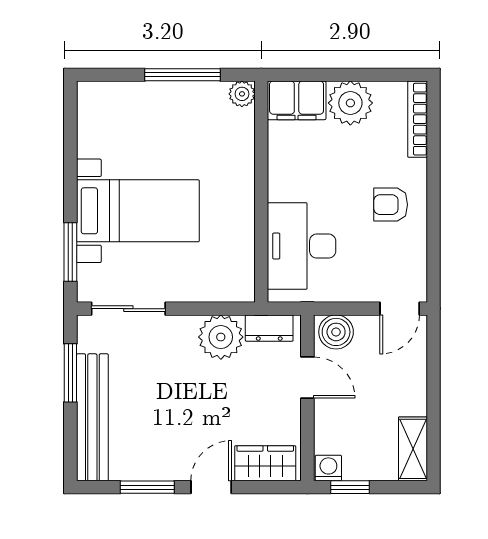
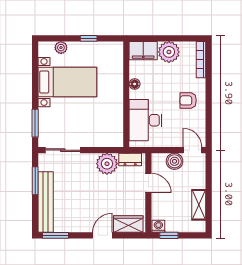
window: (182, 75) -> (89, 38), width x0.46
plant: (242, 94) -> (61, 48), moved
floor lamp: (279, 170) -> (135, 84), added
bed with nightstands: (138, 211) -> (67, 82), moved
door: (400, 309) -> (192, 150), swing flipped
boiler: (336, 332) -> (175, 161), moved
shelving: (413, 449) -> (199, 205), moved
window: (147, 487) -> (56, 235), moved

